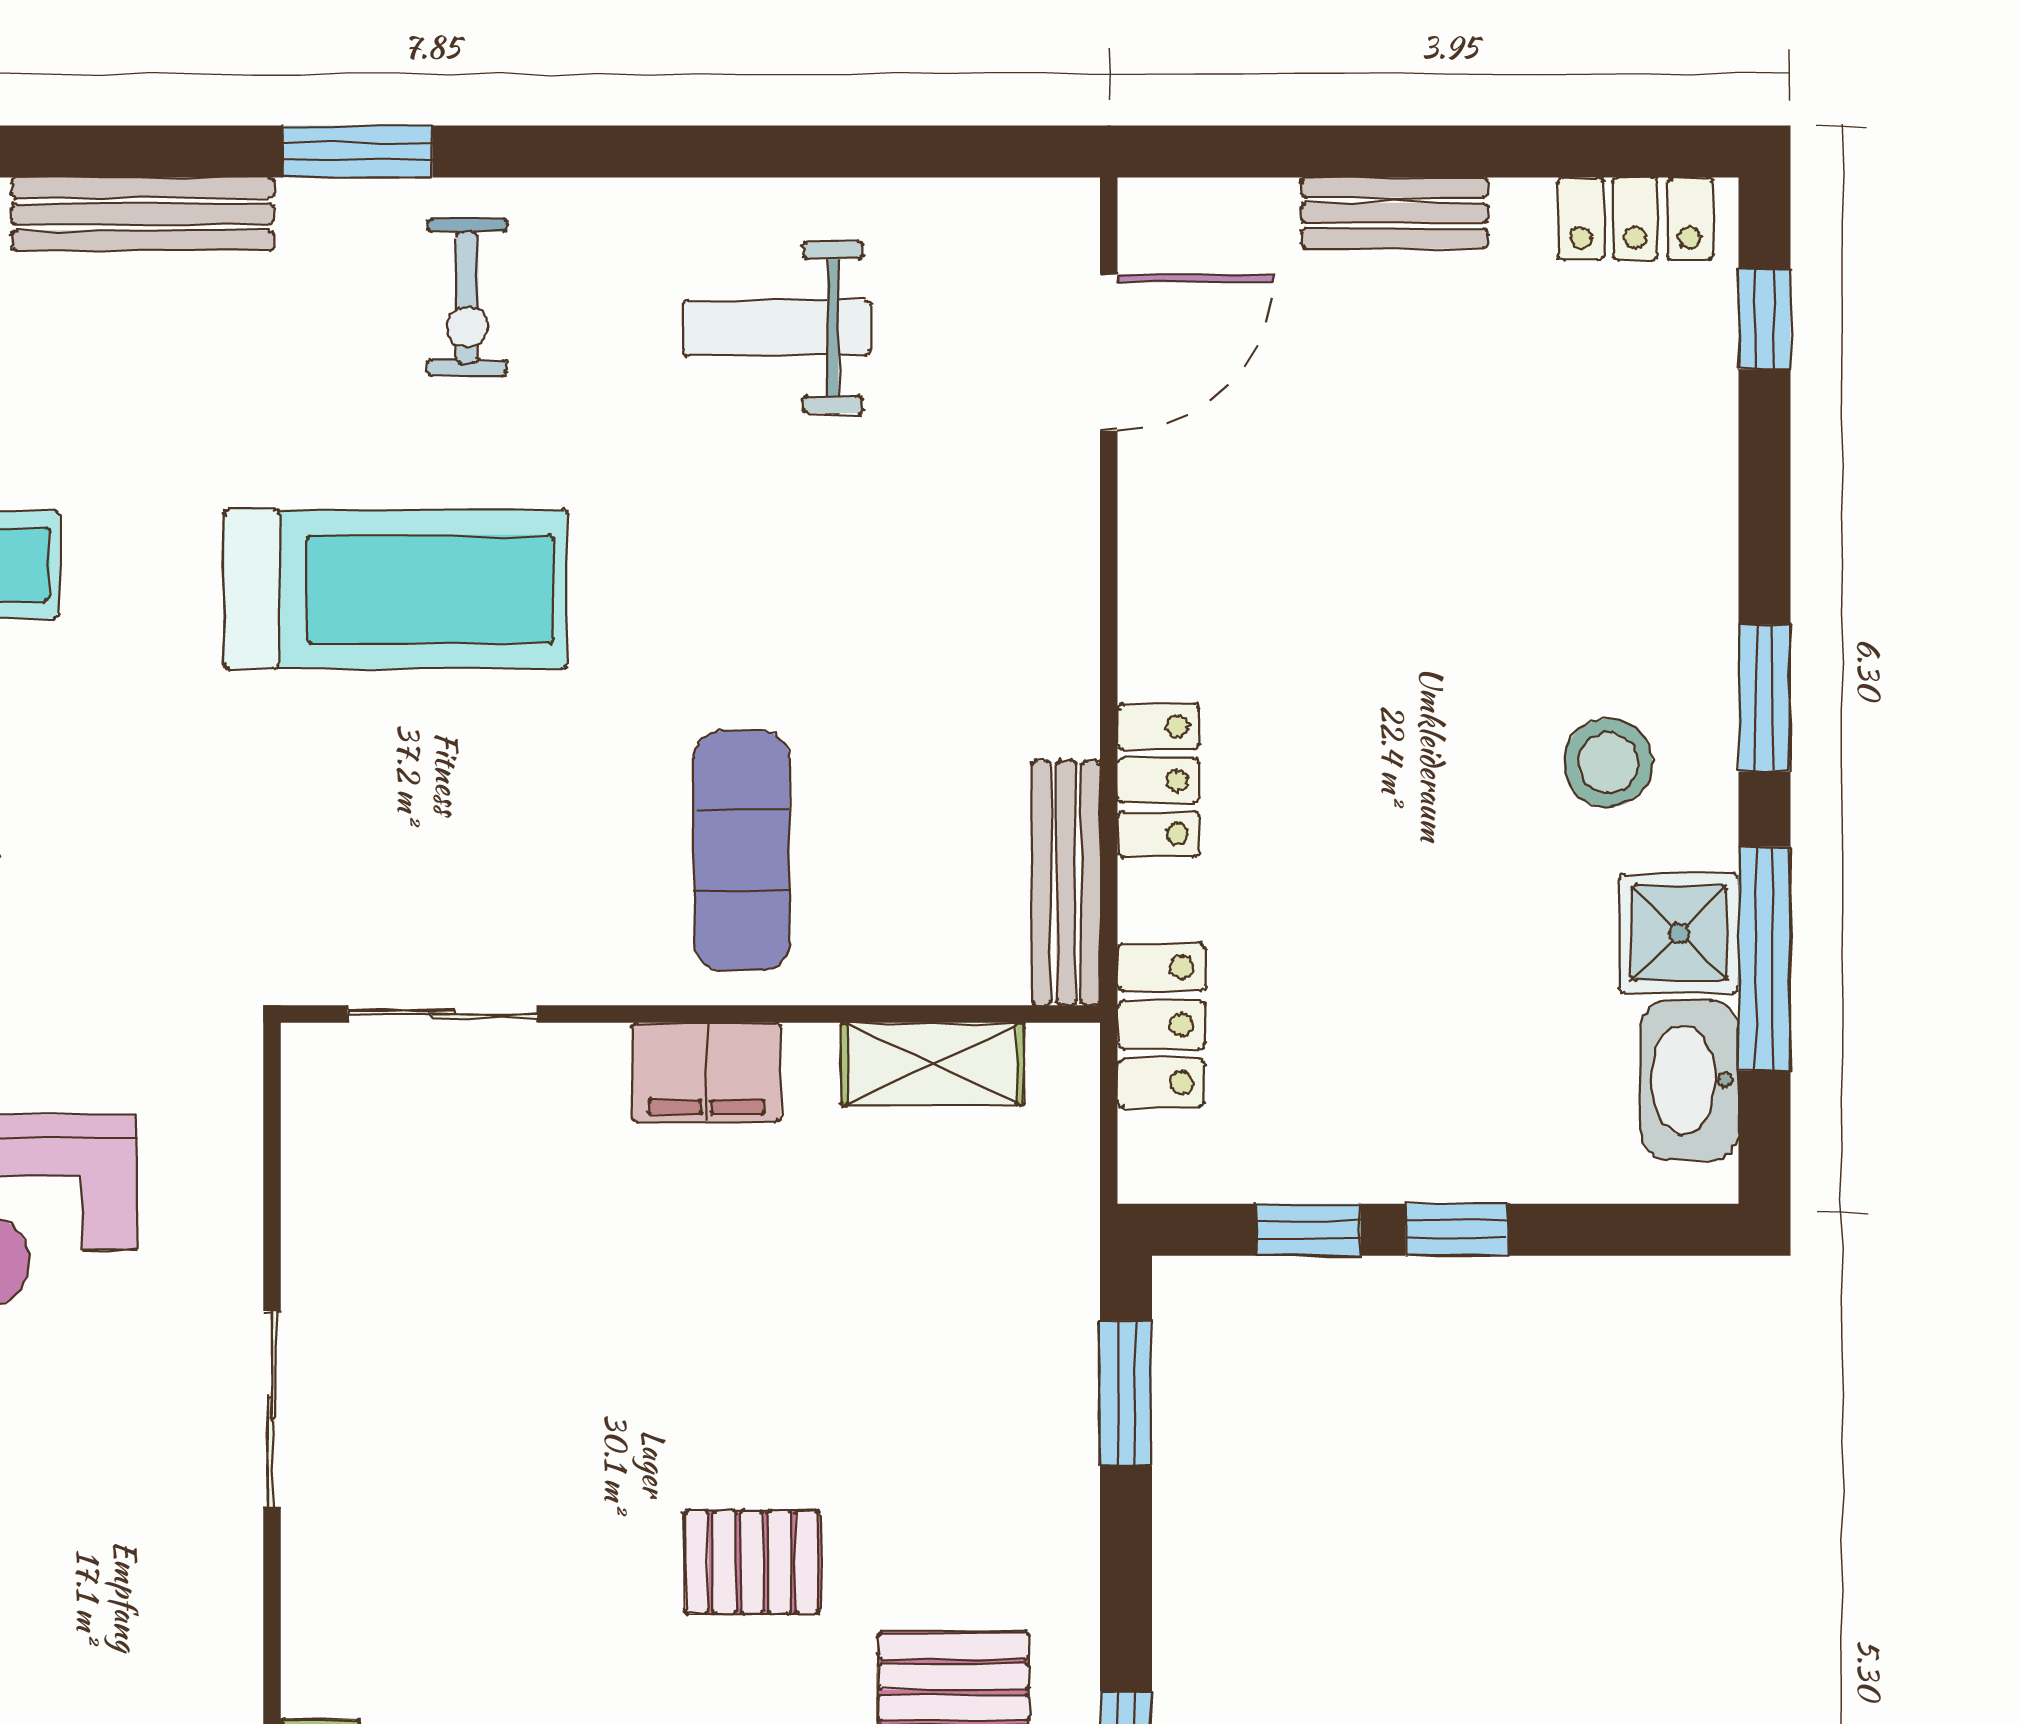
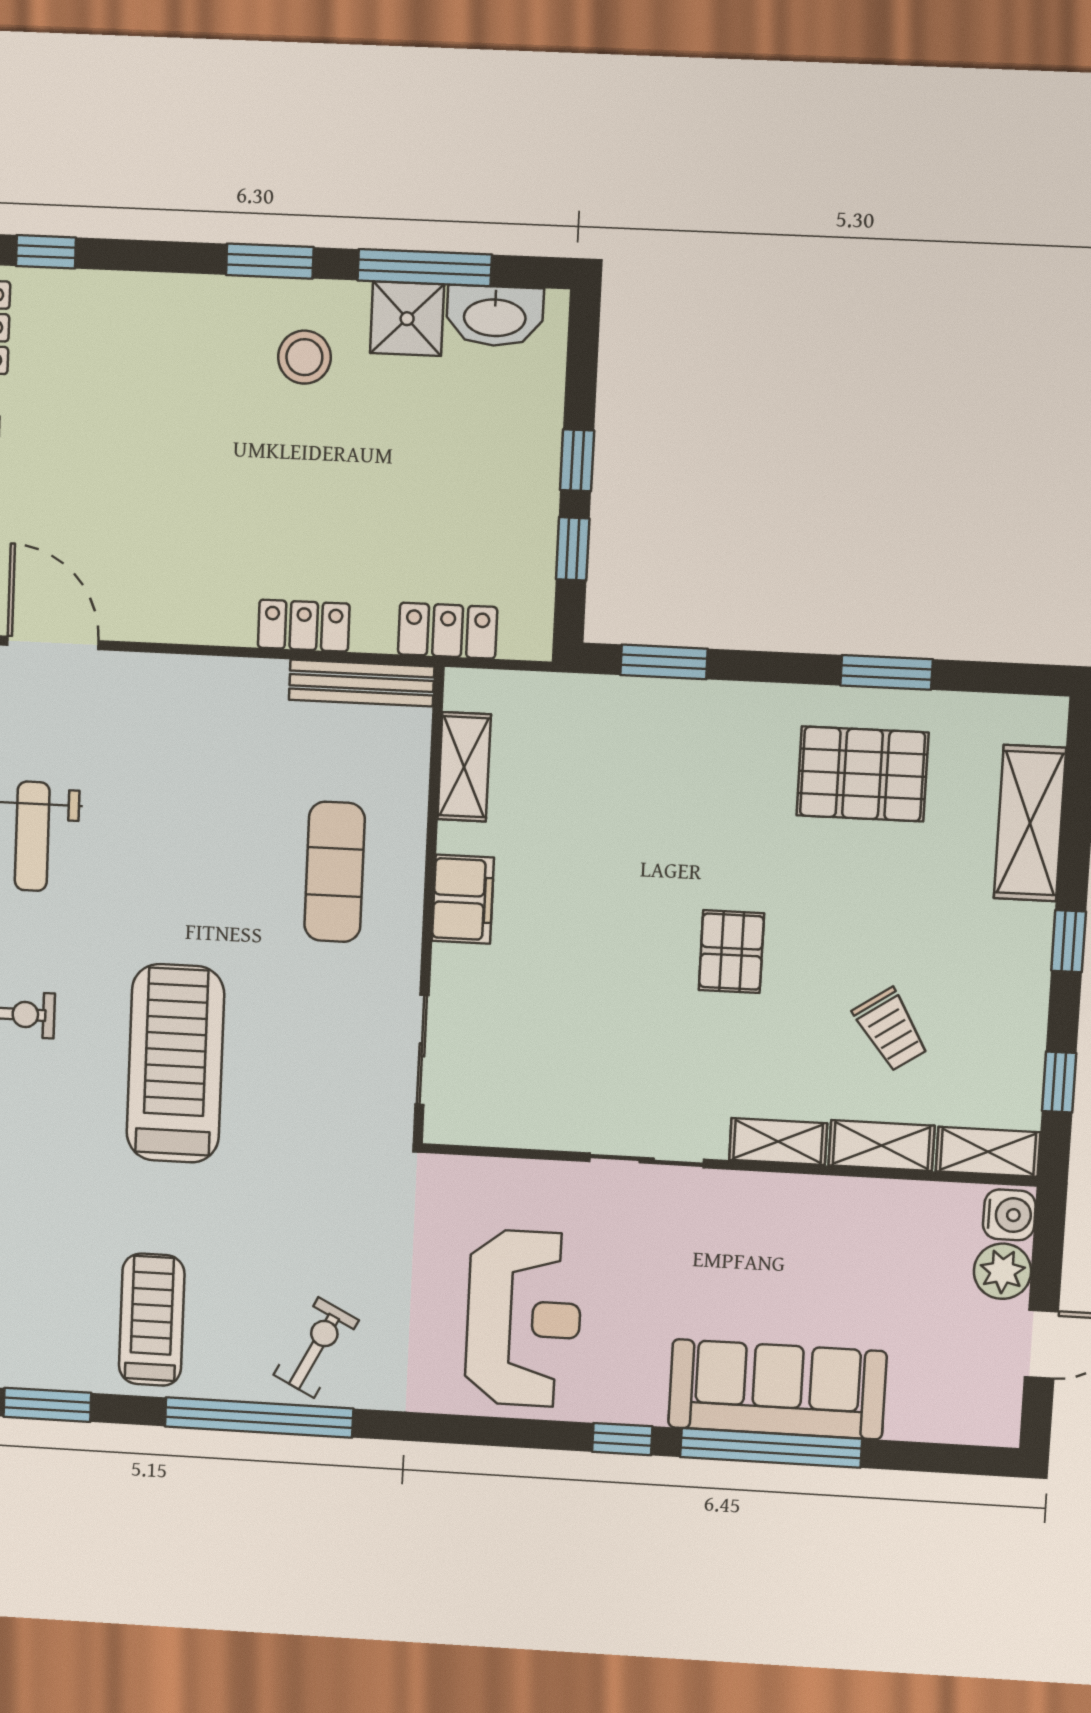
exercise mat: (742, 851) -> (335, 872), turned 90
pallet: (752, 1562) -> (731, 952), moved
shelving: (317, 1632) -> (778, 1142), added

